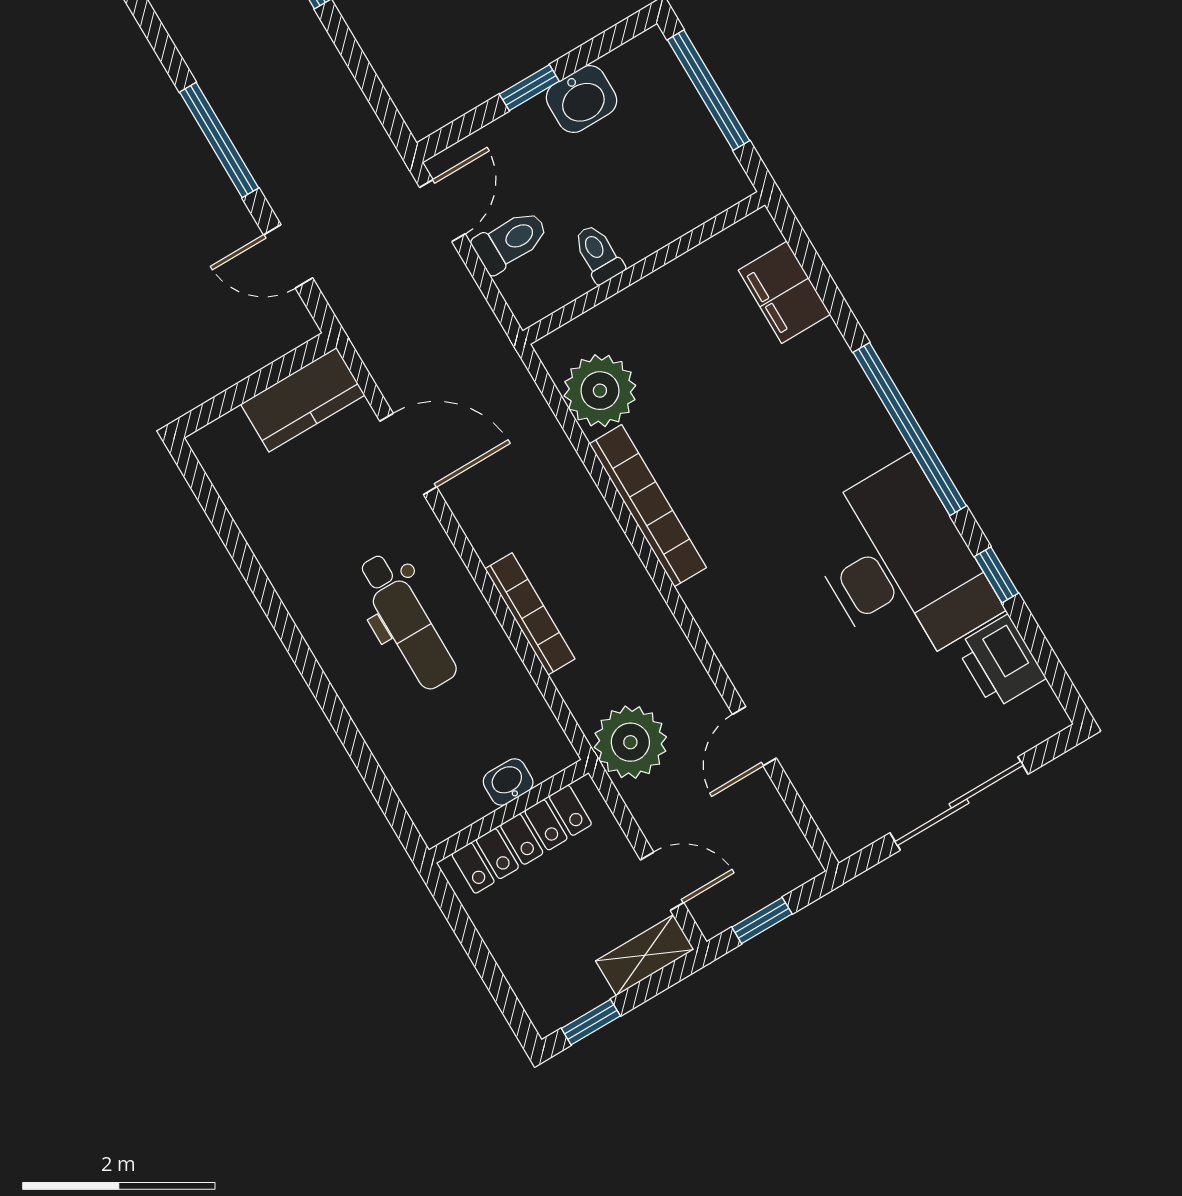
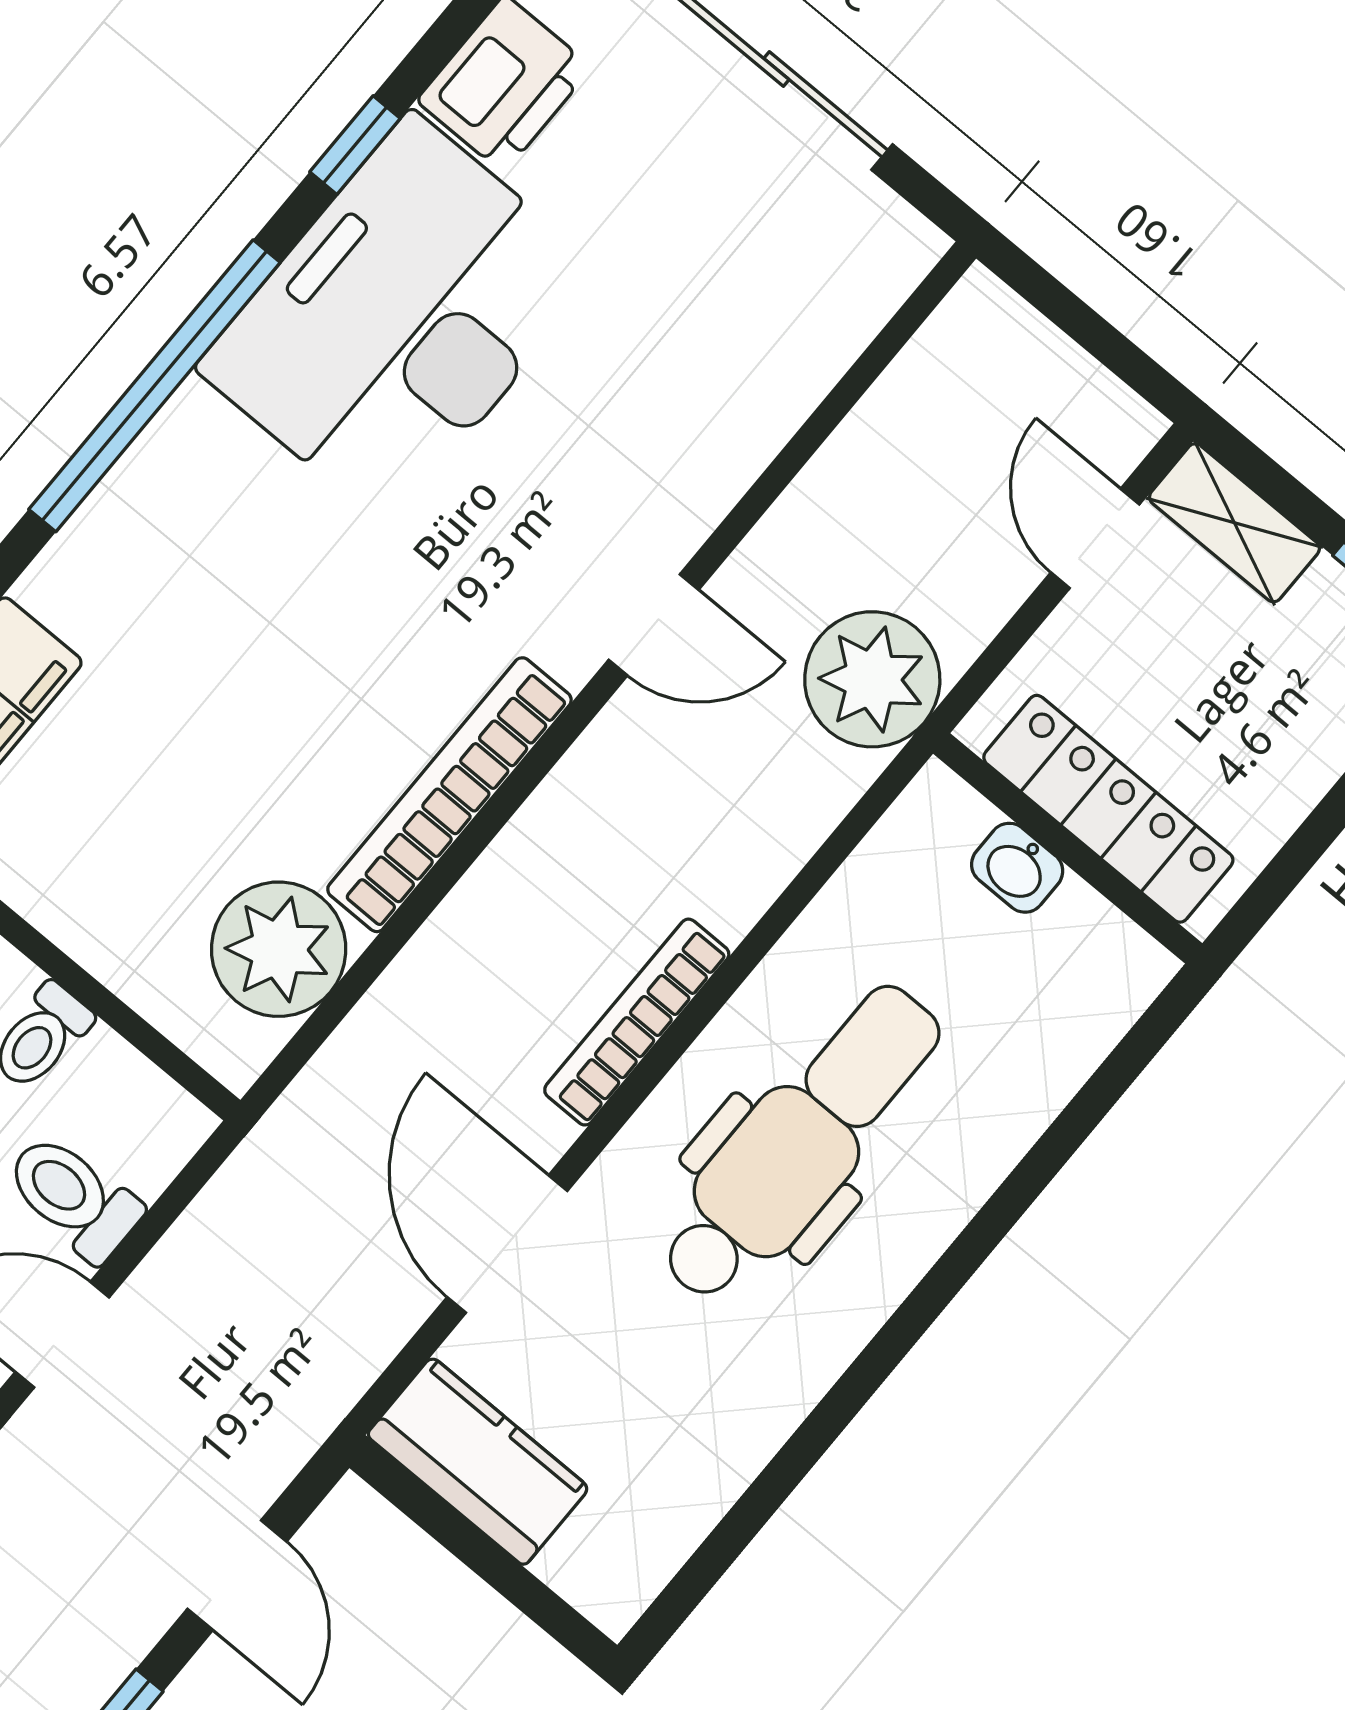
bookcase: (530, 614) -> (637, 1022), moved
dental chair: (407, 621) -> (800, 1144), width x1.36, depth x1.38
door: (754, 736) -> (654, 625), moved
window: (762, 921) -> (1102, 340), removed

